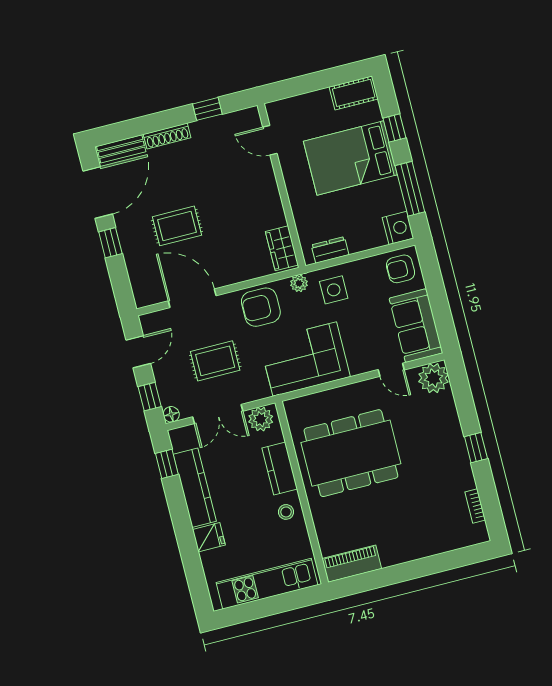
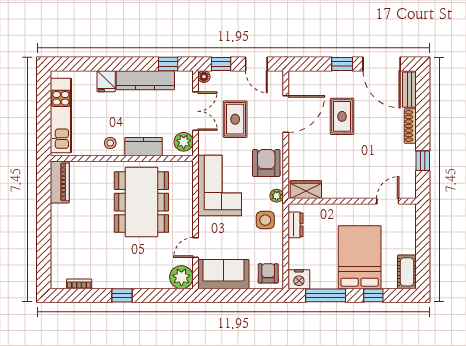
double door: (218, 414) -> (195, 111), swing flipped

